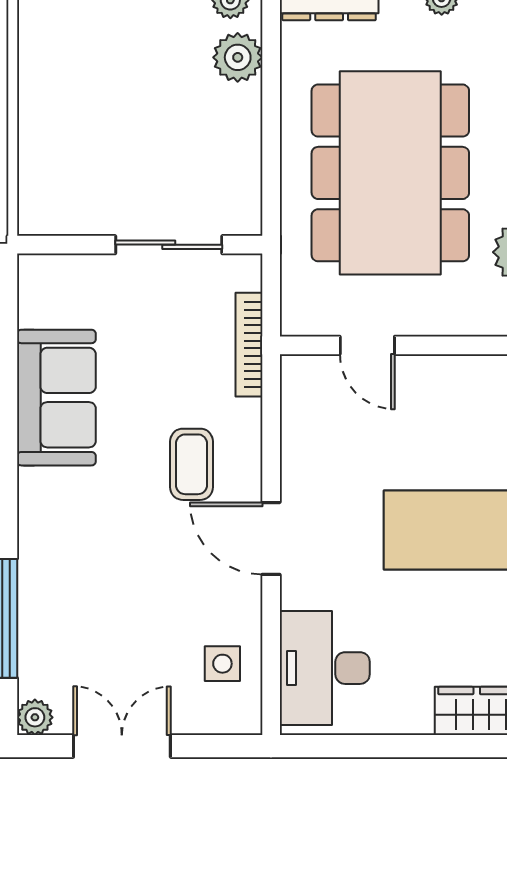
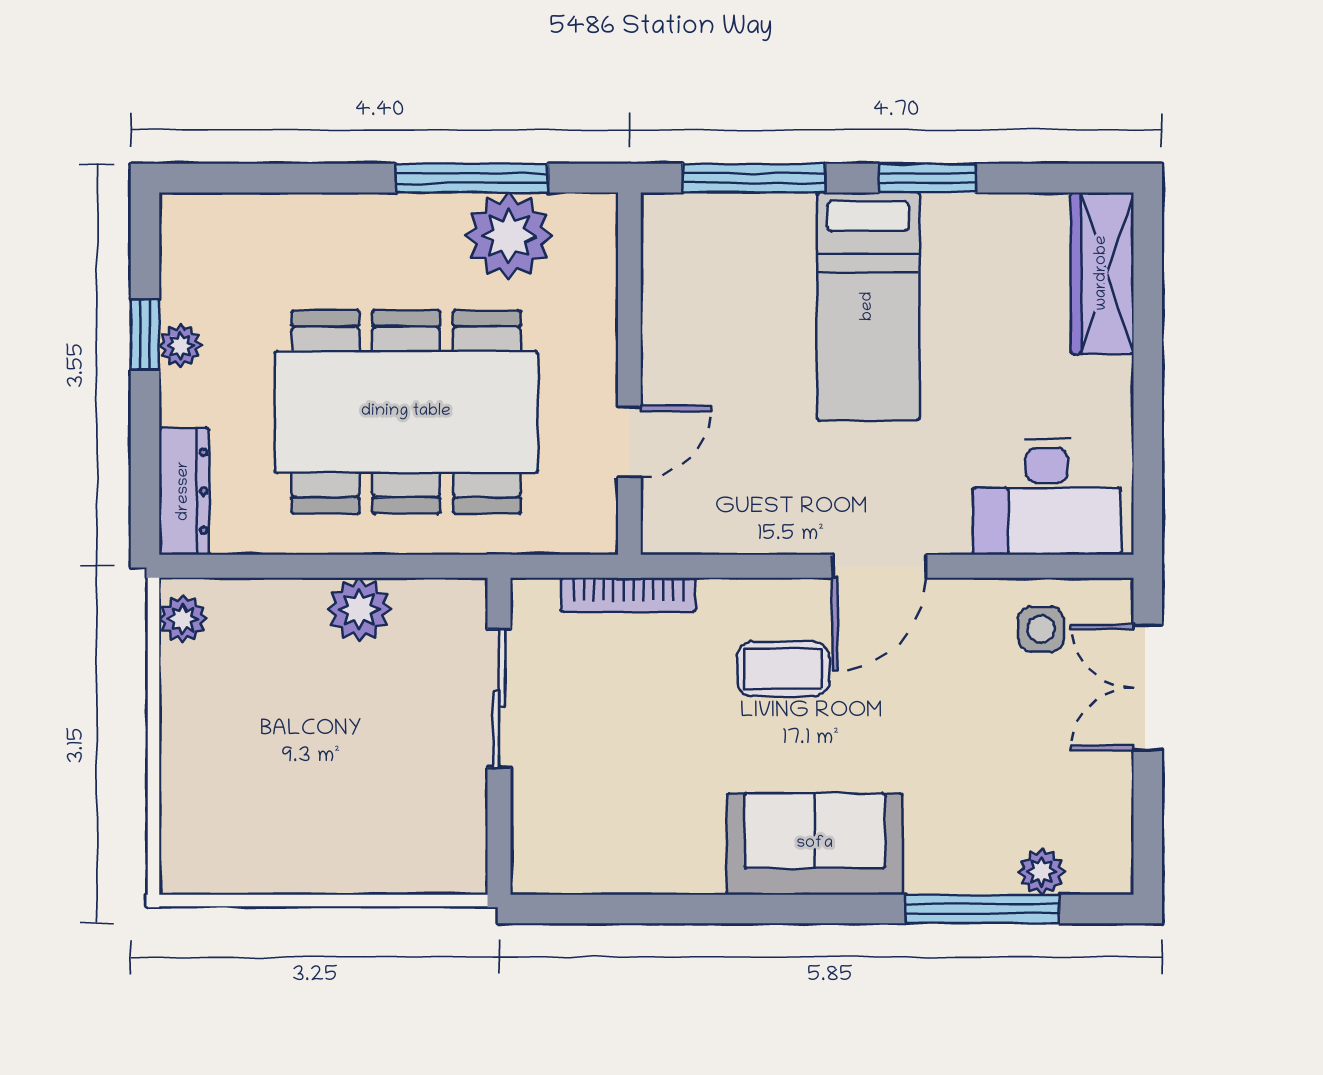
plant: (238, 57) -> (359, 609), moved
sofa: (56, 398) -> (815, 844), moved
plant: (35, 717) -> (1042, 872), moved
double door: (122, 746) -> (1148, 688), moved

